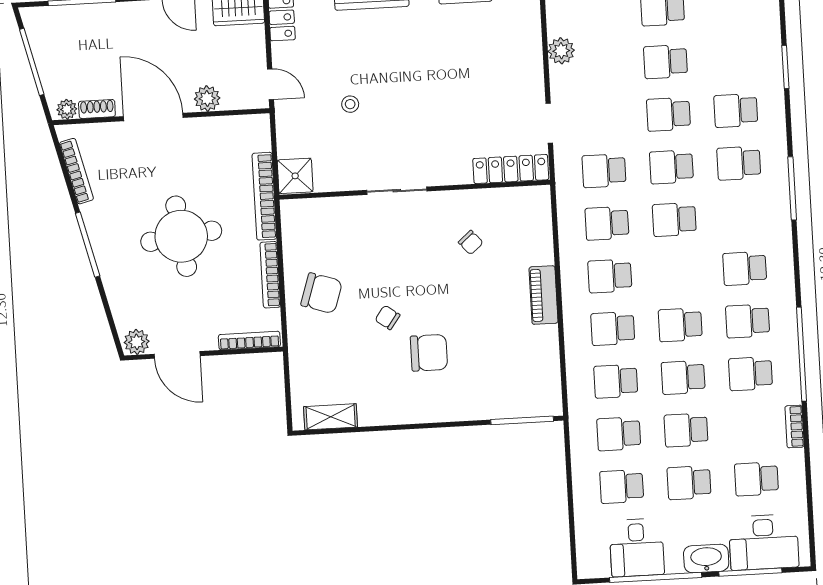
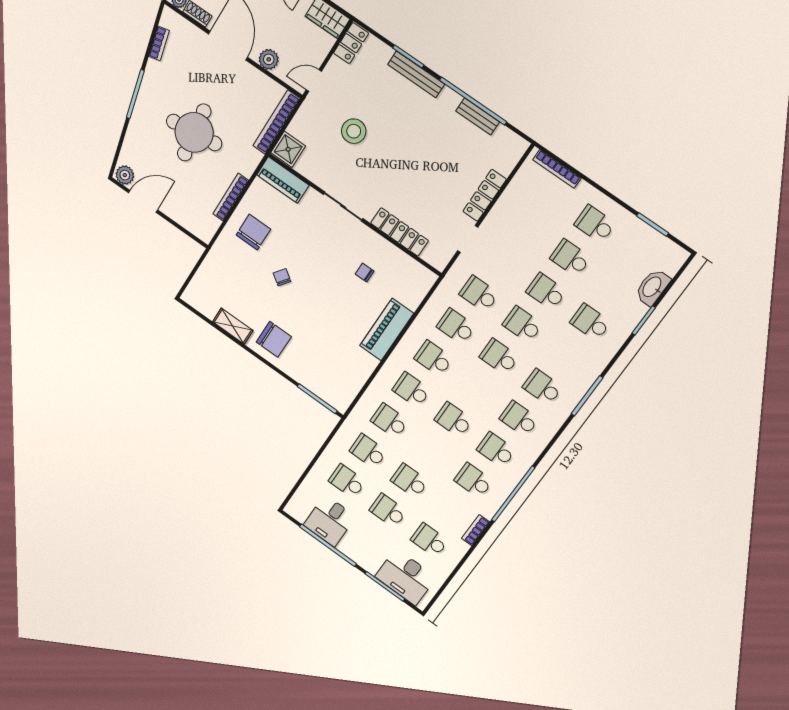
plant: (561, 51) -> (510, 200), removed
locker: (532, 66) -> (485, 195), added
door: (271, 84) -> (314, 81), swing flipped
stool: (350, 104) -> (354, 131), width x1.89, depth x1.89
school desk: (739, 163) -> (542, 387), moved
locker: (511, 169) -> (399, 232), moved
bookcase: (76, 171) -> (159, 43), width x0.64
bookcase: (264, 196) -> (276, 122), moved
piano: (313, 212) -> (283, 180), added
chair: (471, 242) -> (365, 273), turned 131
chair: (322, 293) -> (253, 232), turned -108
piano: (543, 295) -> (387, 330), width x1.37, depth x1.33
bookcase: (249, 341) -> (191, 226), removed
chair: (429, 353) -> (274, 339), moved
door: (177, 355) -> (143, 201), swing flipped
school desk: (683, 377) -> (431, 451), removed
shelving: (331, 417) -> (233, 326), moved
washbasin: (706, 558) -> (652, 287), moved, turned -90

